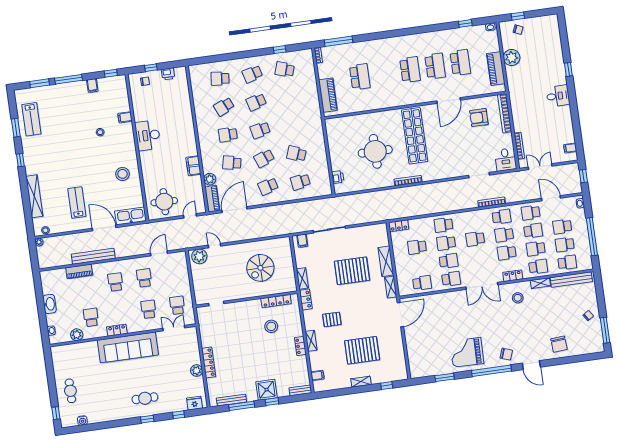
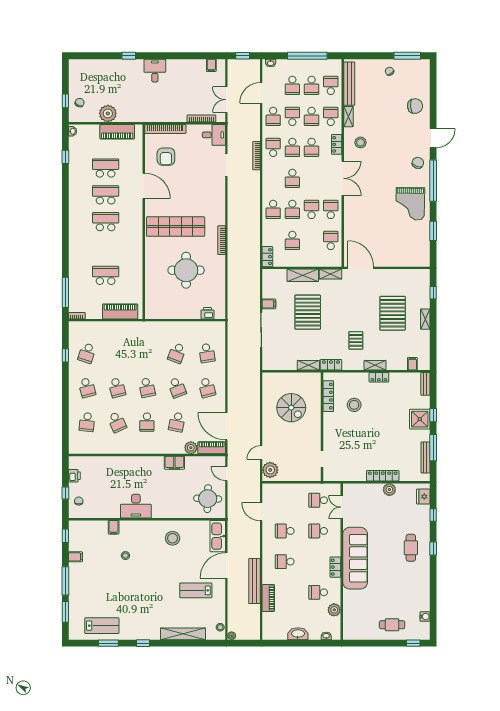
filing cabinet: (302, 241) -> (269, 304), moved

